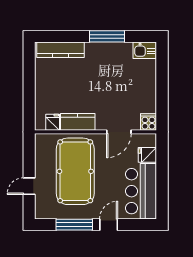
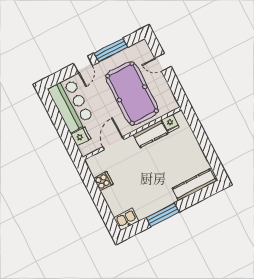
cooker: (148, 122) -> (103, 181), moved, turned -90
door: (29, 186) -> (163, 62), swing flipped

